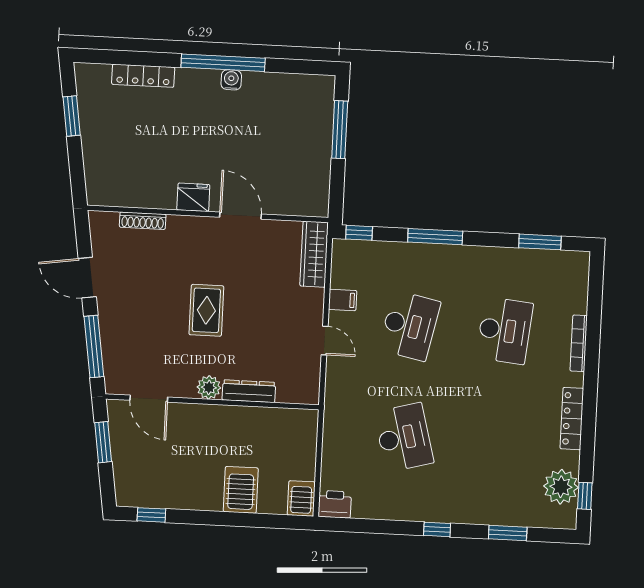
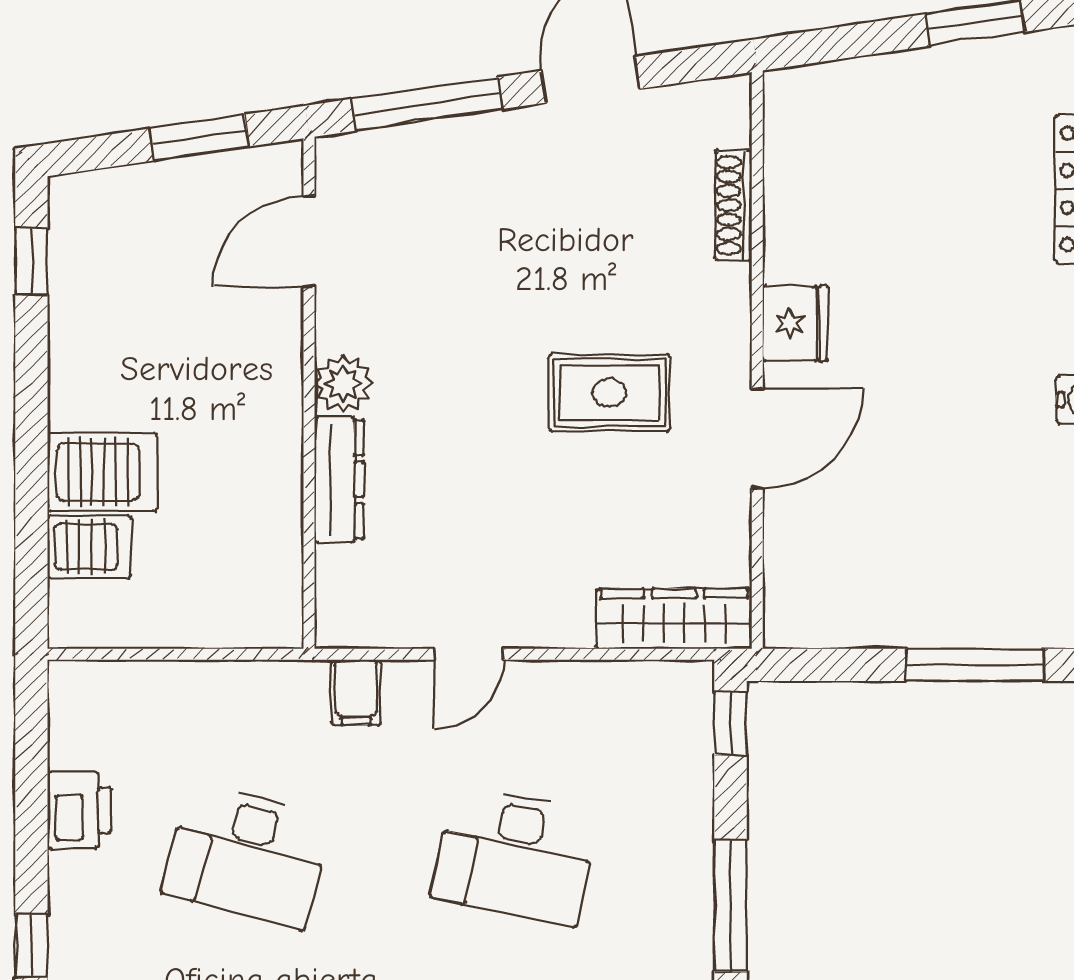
filing cabinet: (343, 300) -> (356, 692), moved
rug: (206, 310) -> (609, 393), moved
desk: (404, 437) -> (247, 855), turned 30
server rack: (301, 498) -> (89, 547), moved
printer: (335, 504) -> (79, 810), moved

